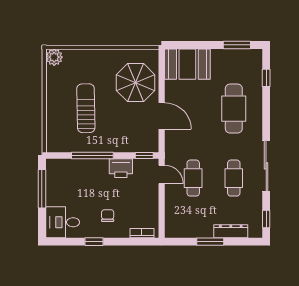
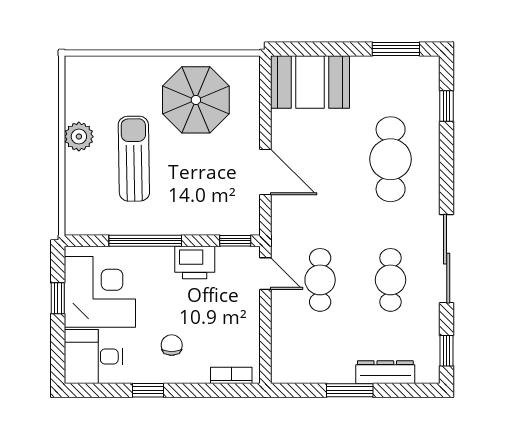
plant: (54, 57) -> (79, 137), moved
parasol: (136, 83) -> (196, 100), moved
corner desk: (66, 185) -> (100, 292), added
window: (42, 189) -> (58, 298), width x0.46

